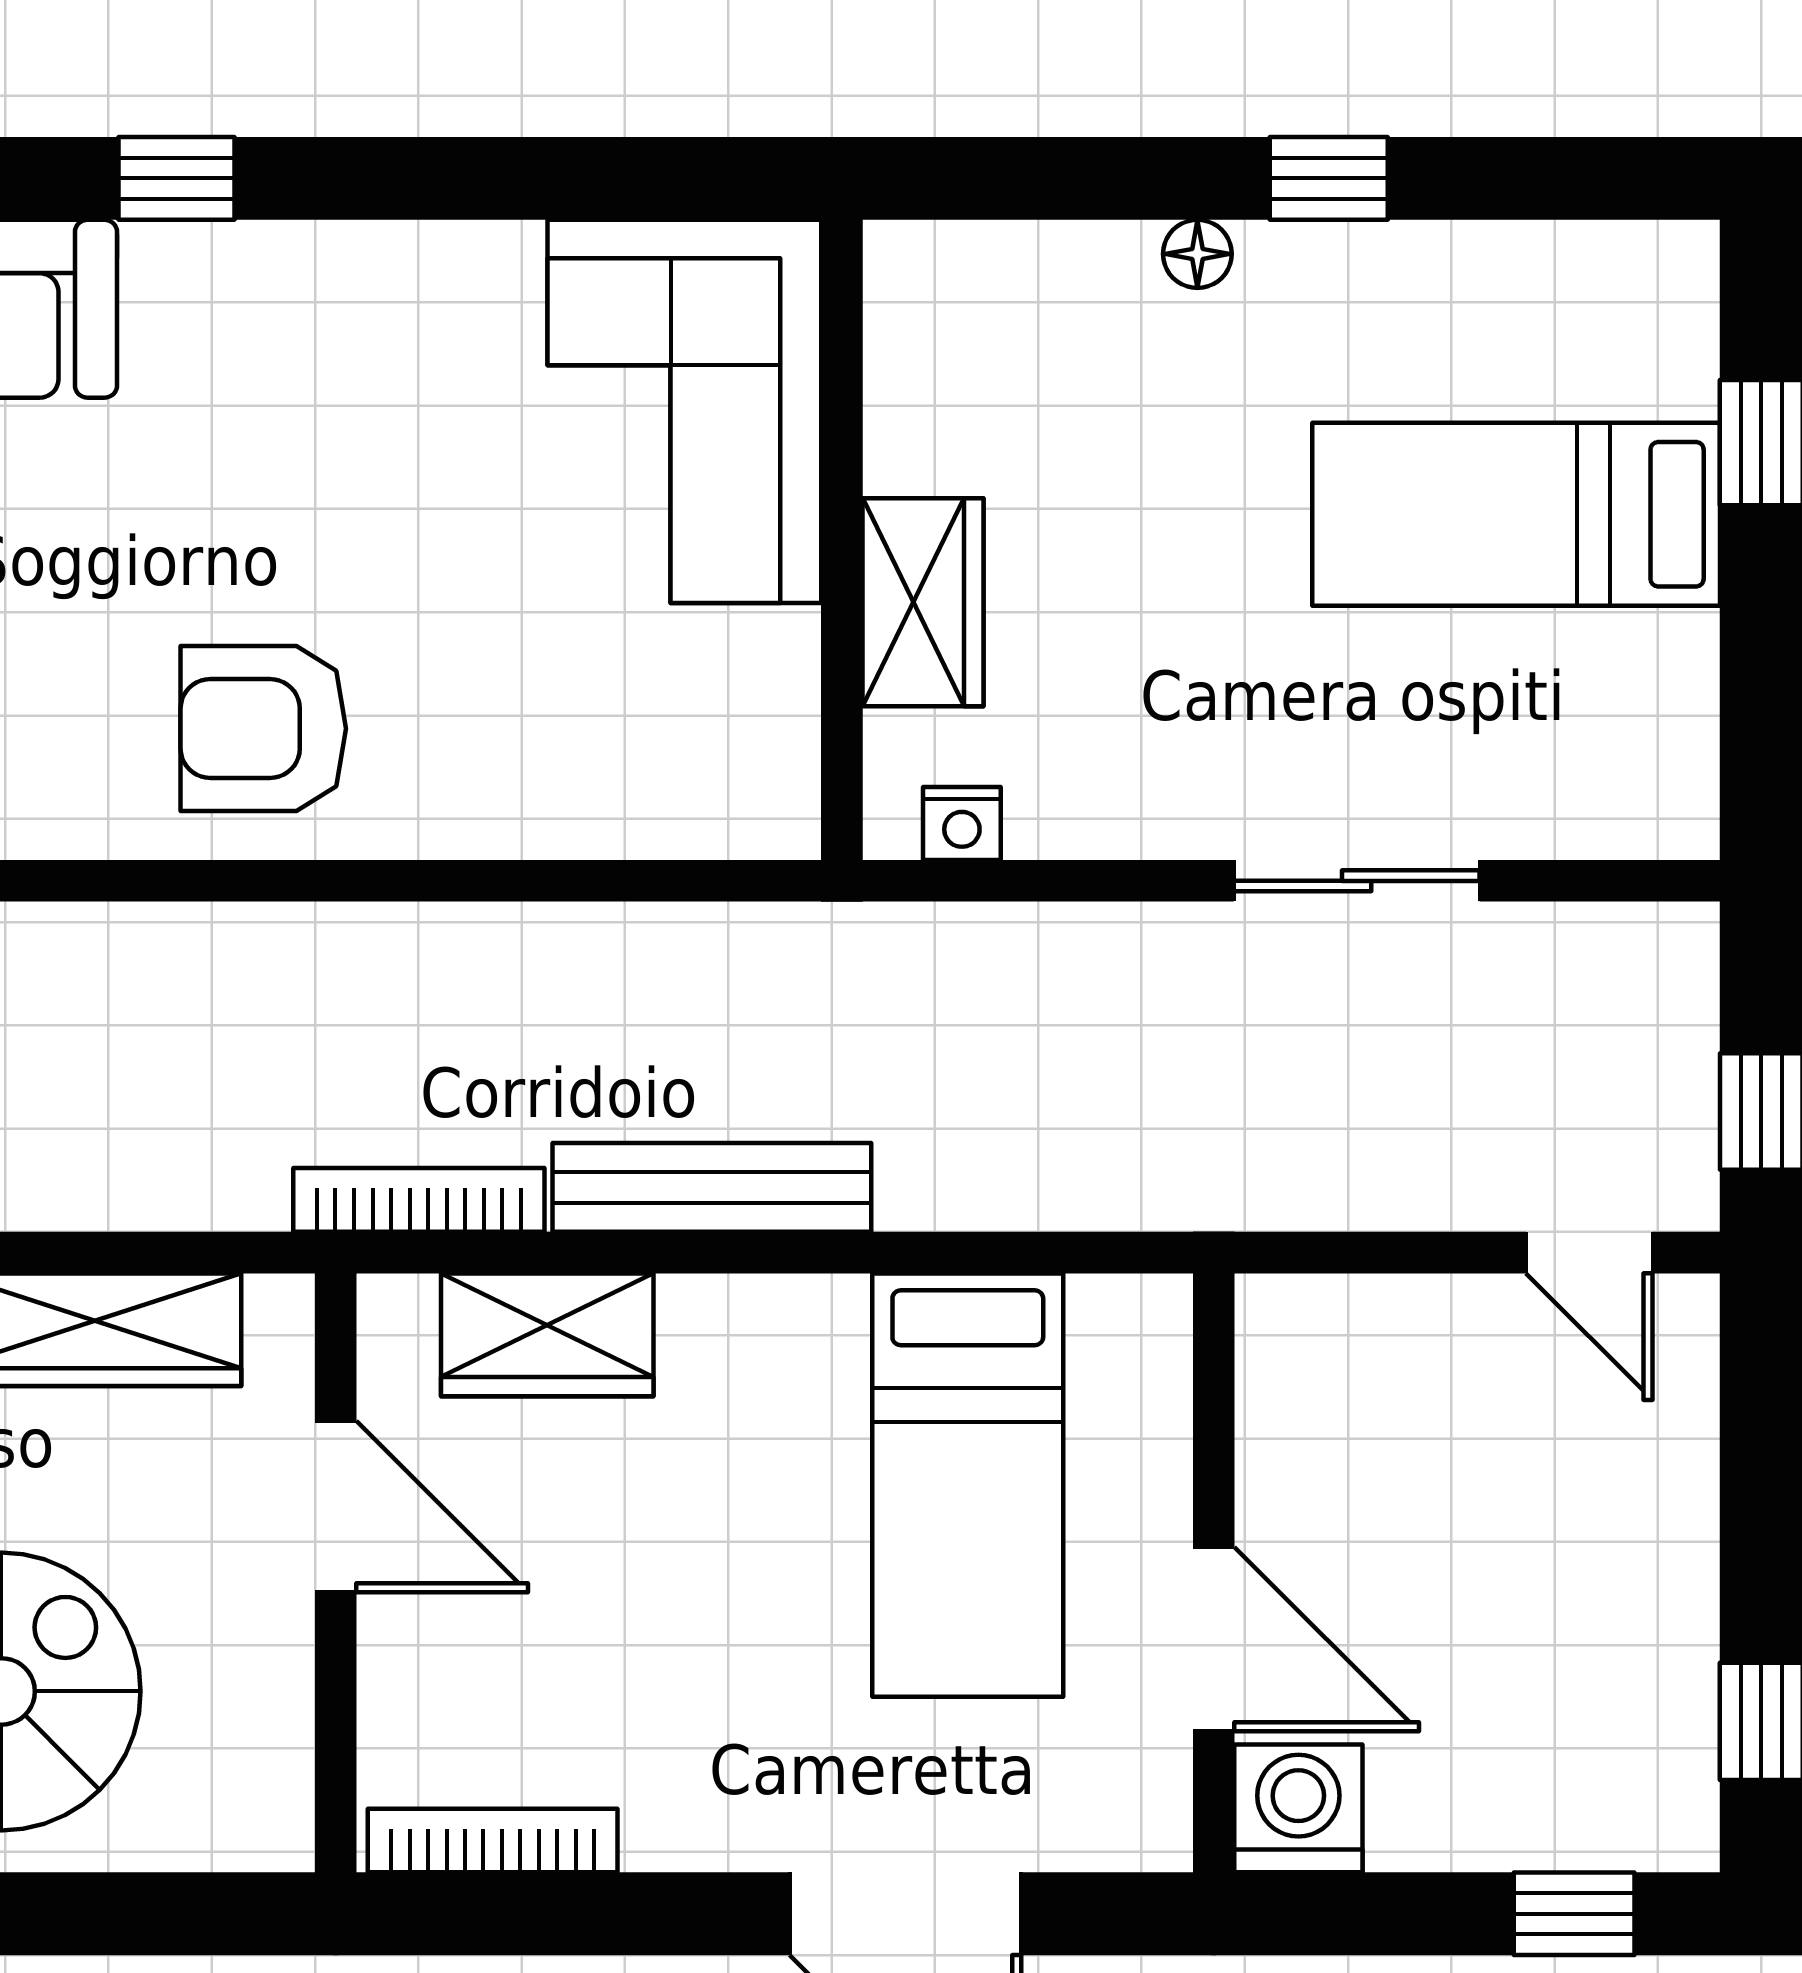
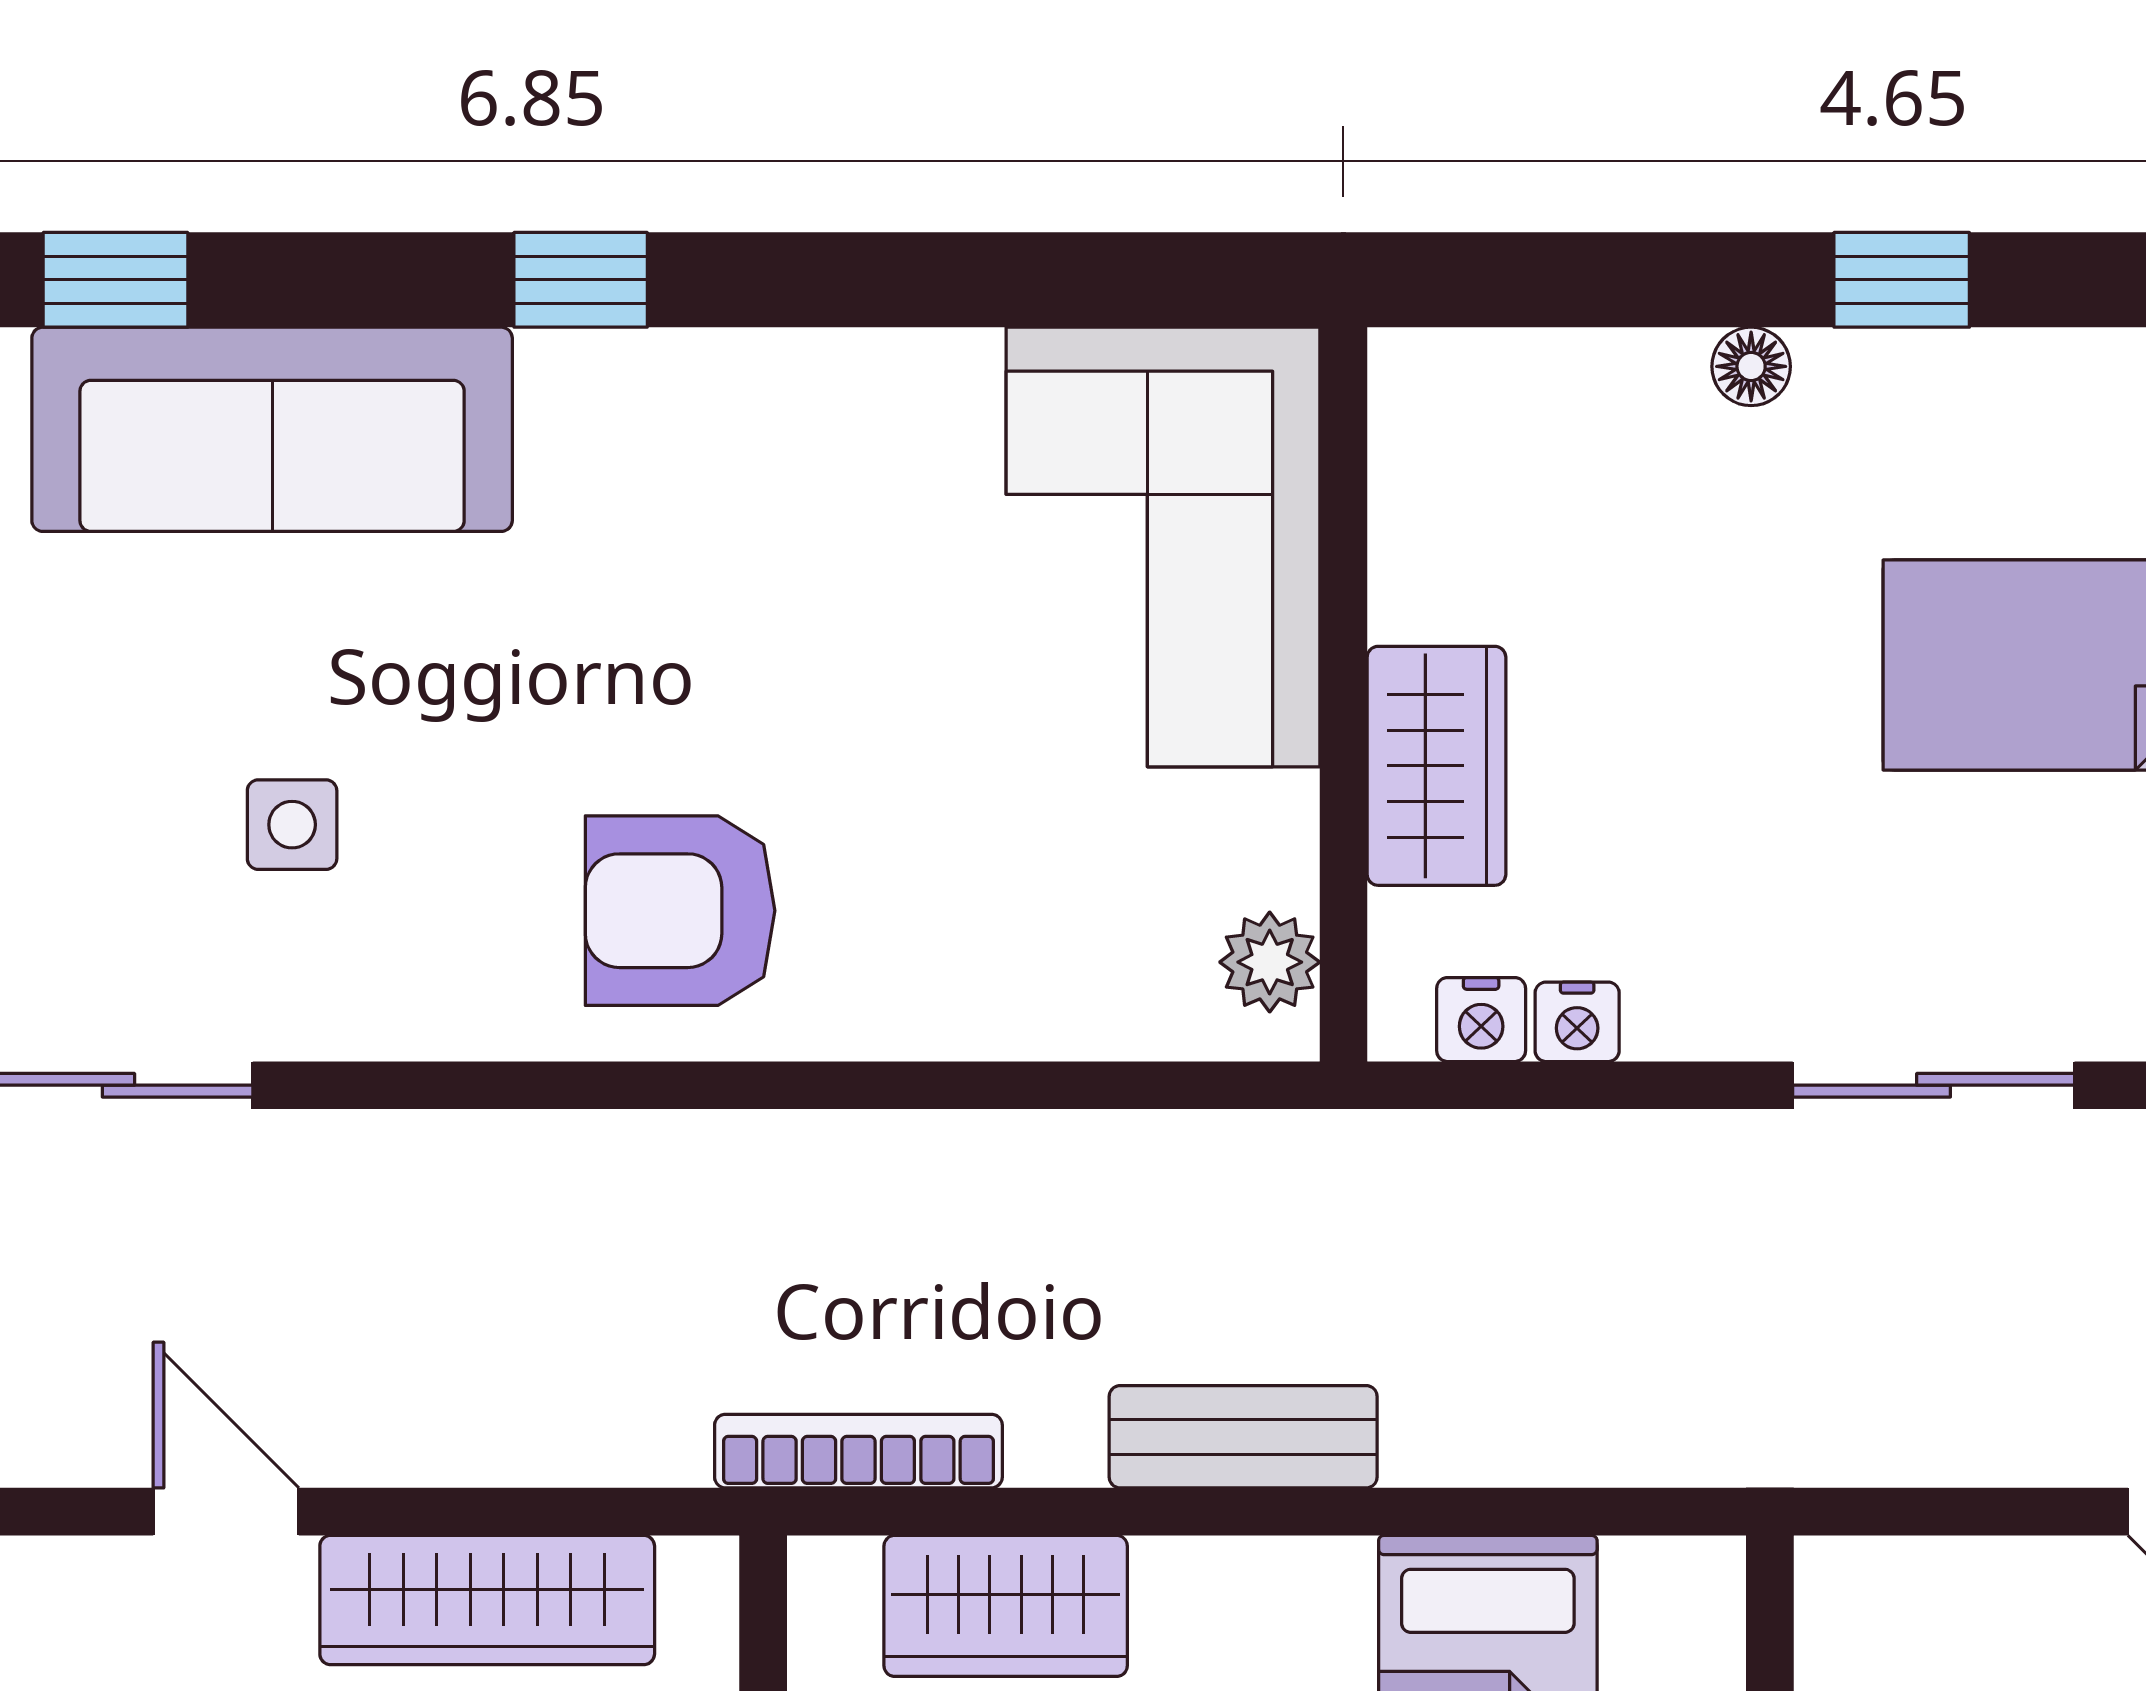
plant: (778, 773) -> (1270, 962), added
nightstand: (1046, 825) -> (1577, 1022), added
bench: (712, 1187) -> (1243, 1437), width x0.73

